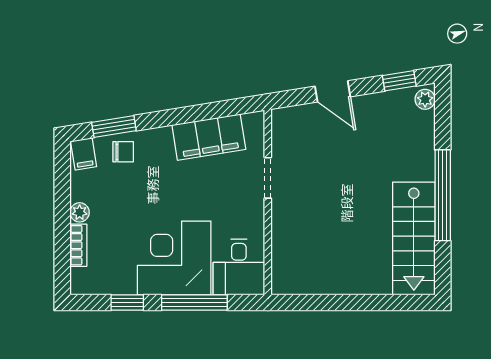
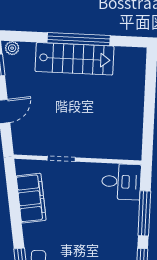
stairs: (414, 238) -> (75, 59), moved
corner desk: (174, 258) -> (113, 226), removed

